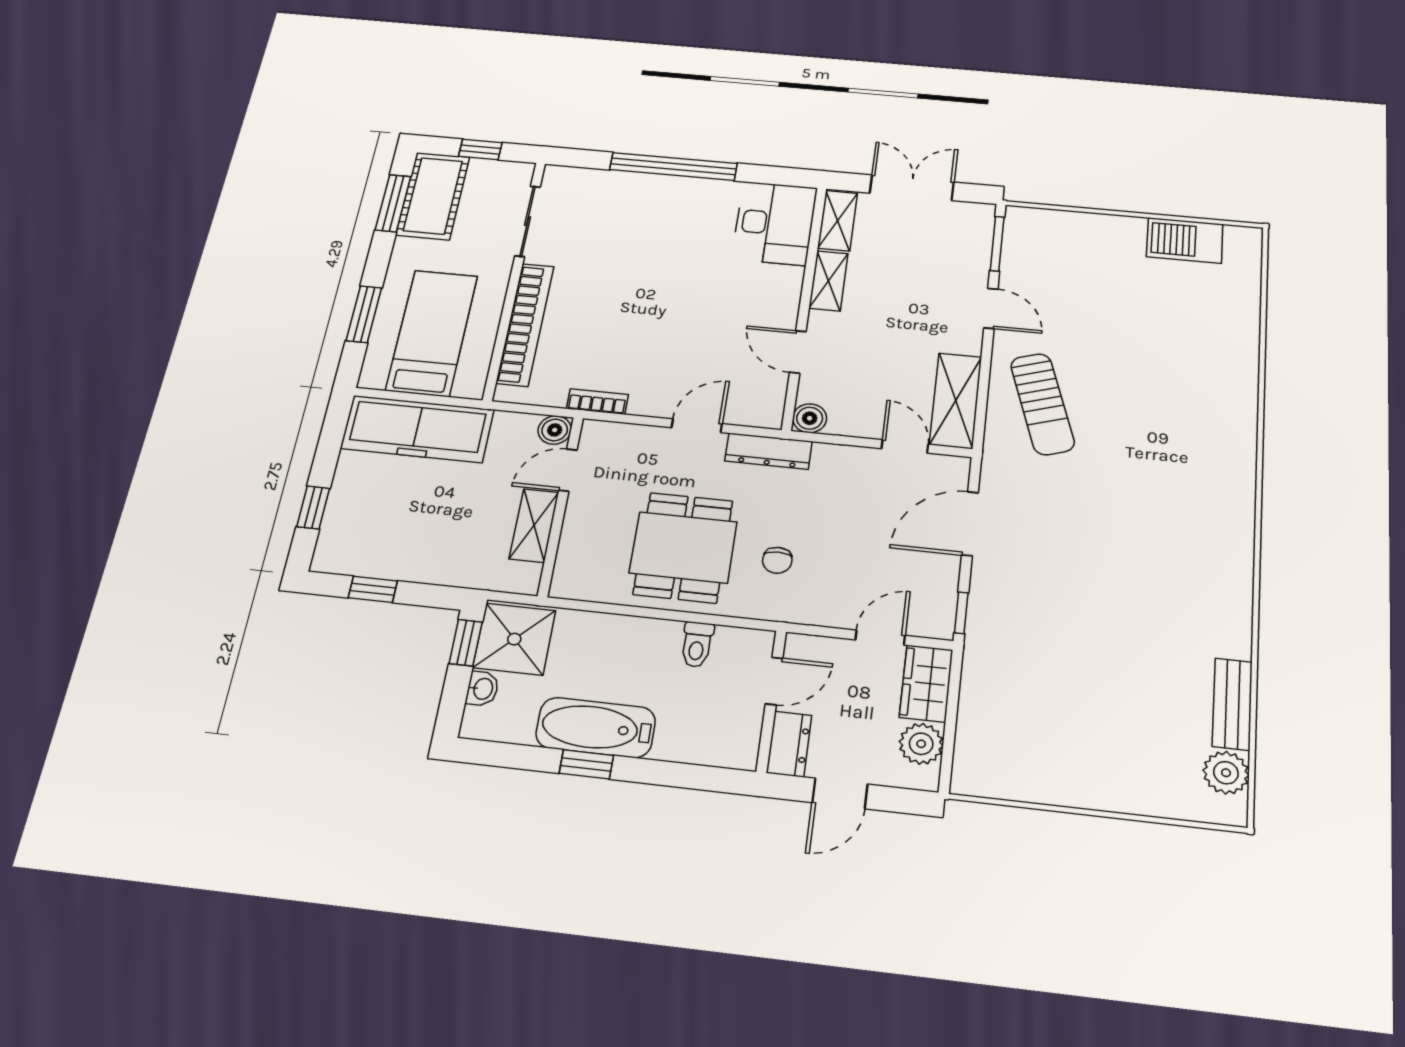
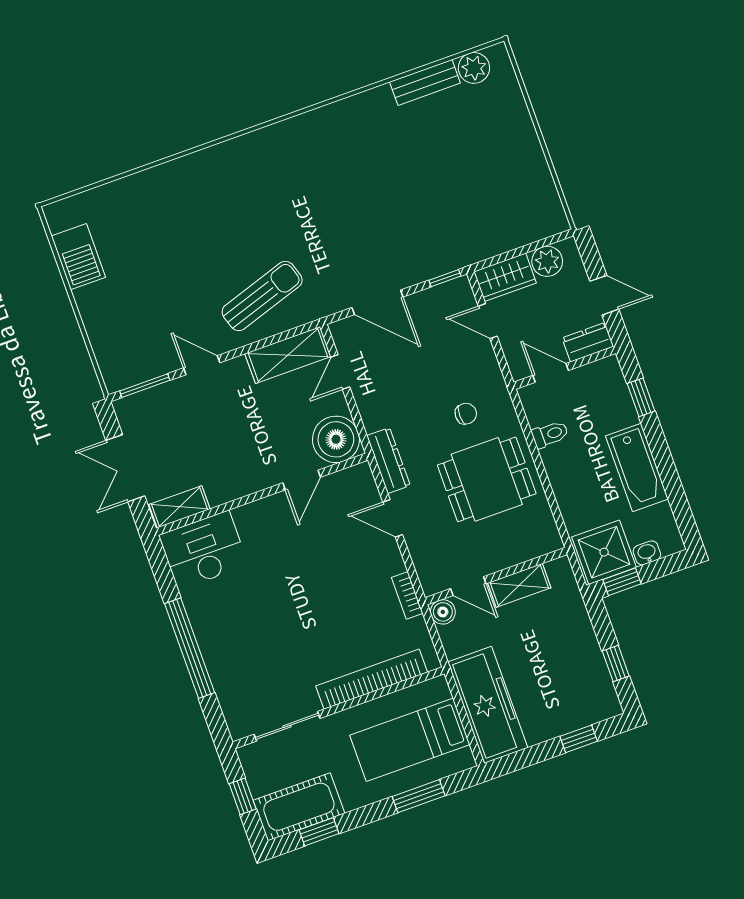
window: (393, 203) -> (319, 832), width x0.67
shelving: (828, 281) -> (233, 488), removed
door: (991, 308) -> (202, 365), hinge flipped
boiler: (810, 418) -> (336, 439), width x1.86, depth x1.86
window: (586, 764) -> (641, 397), moved

